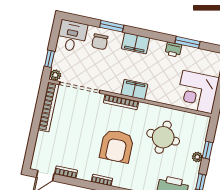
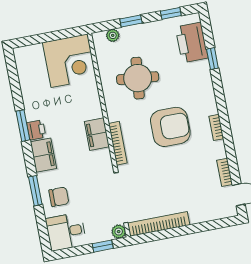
window: (187, 42) -> (23, 126), moved
printer: (173, 49) -> (36, 130), moved
plant: (197, 157) -> (113, 35), moved

